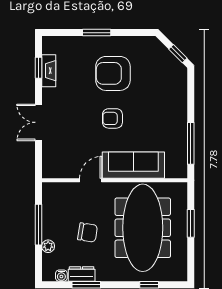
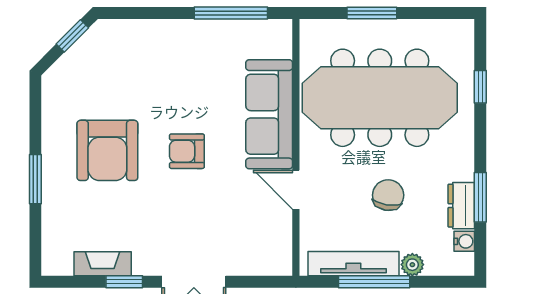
window: (38, 68) -> (124, 282), moved
armchair: (112, 118) -> (187, 151), turned 90
tv unit: (49, 213) -> (353, 264), added

